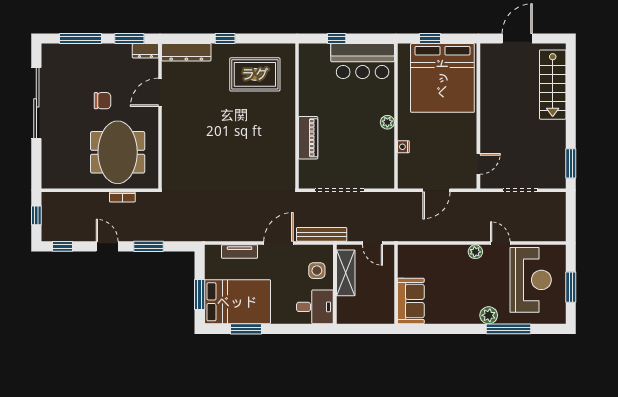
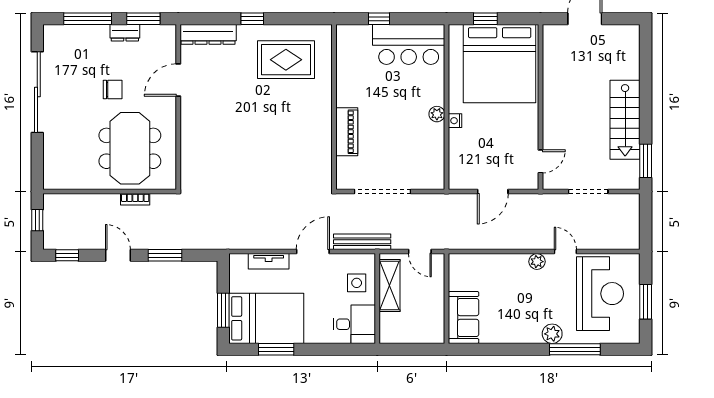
dresser: (145, 51) -> (125, 33), moved
stairs: (553, 85) -> (625, 120), moved
nightstand: (403, 147) -> (455, 121), moved

